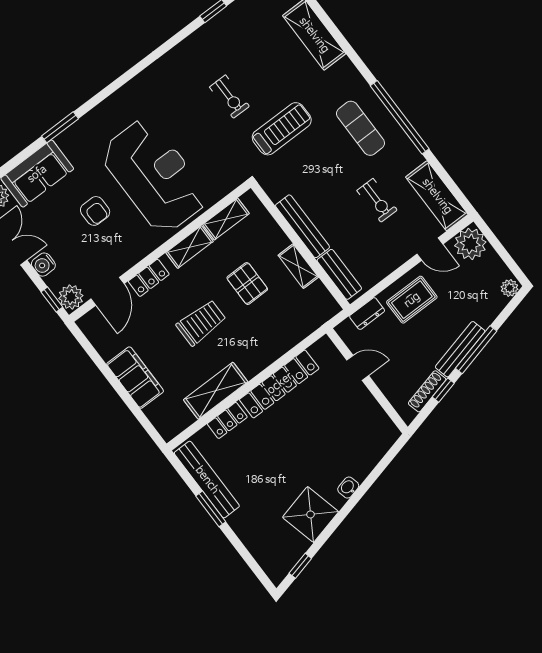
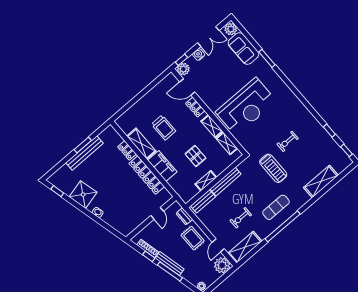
armchair: (95, 211) -> (227, 78), removed
pallet: (247, 284) -> (195, 156), turned 90
trolley: (201, 323) -> (164, 128), moved
filing cabinet: (135, 378) -> (162, 166), moved, turned -90
bench: (207, 480) -> (84, 153), moved

